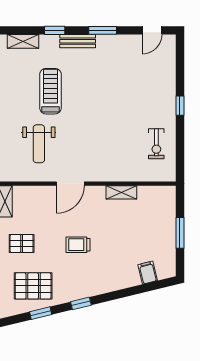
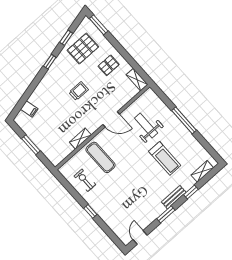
exercise mat: (118, 153) -> (101, 157), added
door: (70, 184) -> (111, 119), swing flipped

